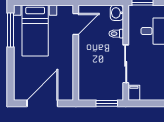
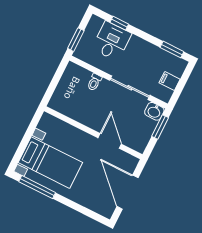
washbasin: (117, 13) -> (154, 111), moved
door: (76, 24) -> (110, 141), moved
filing cabinet: (134, 93) -> (170, 81), moved

